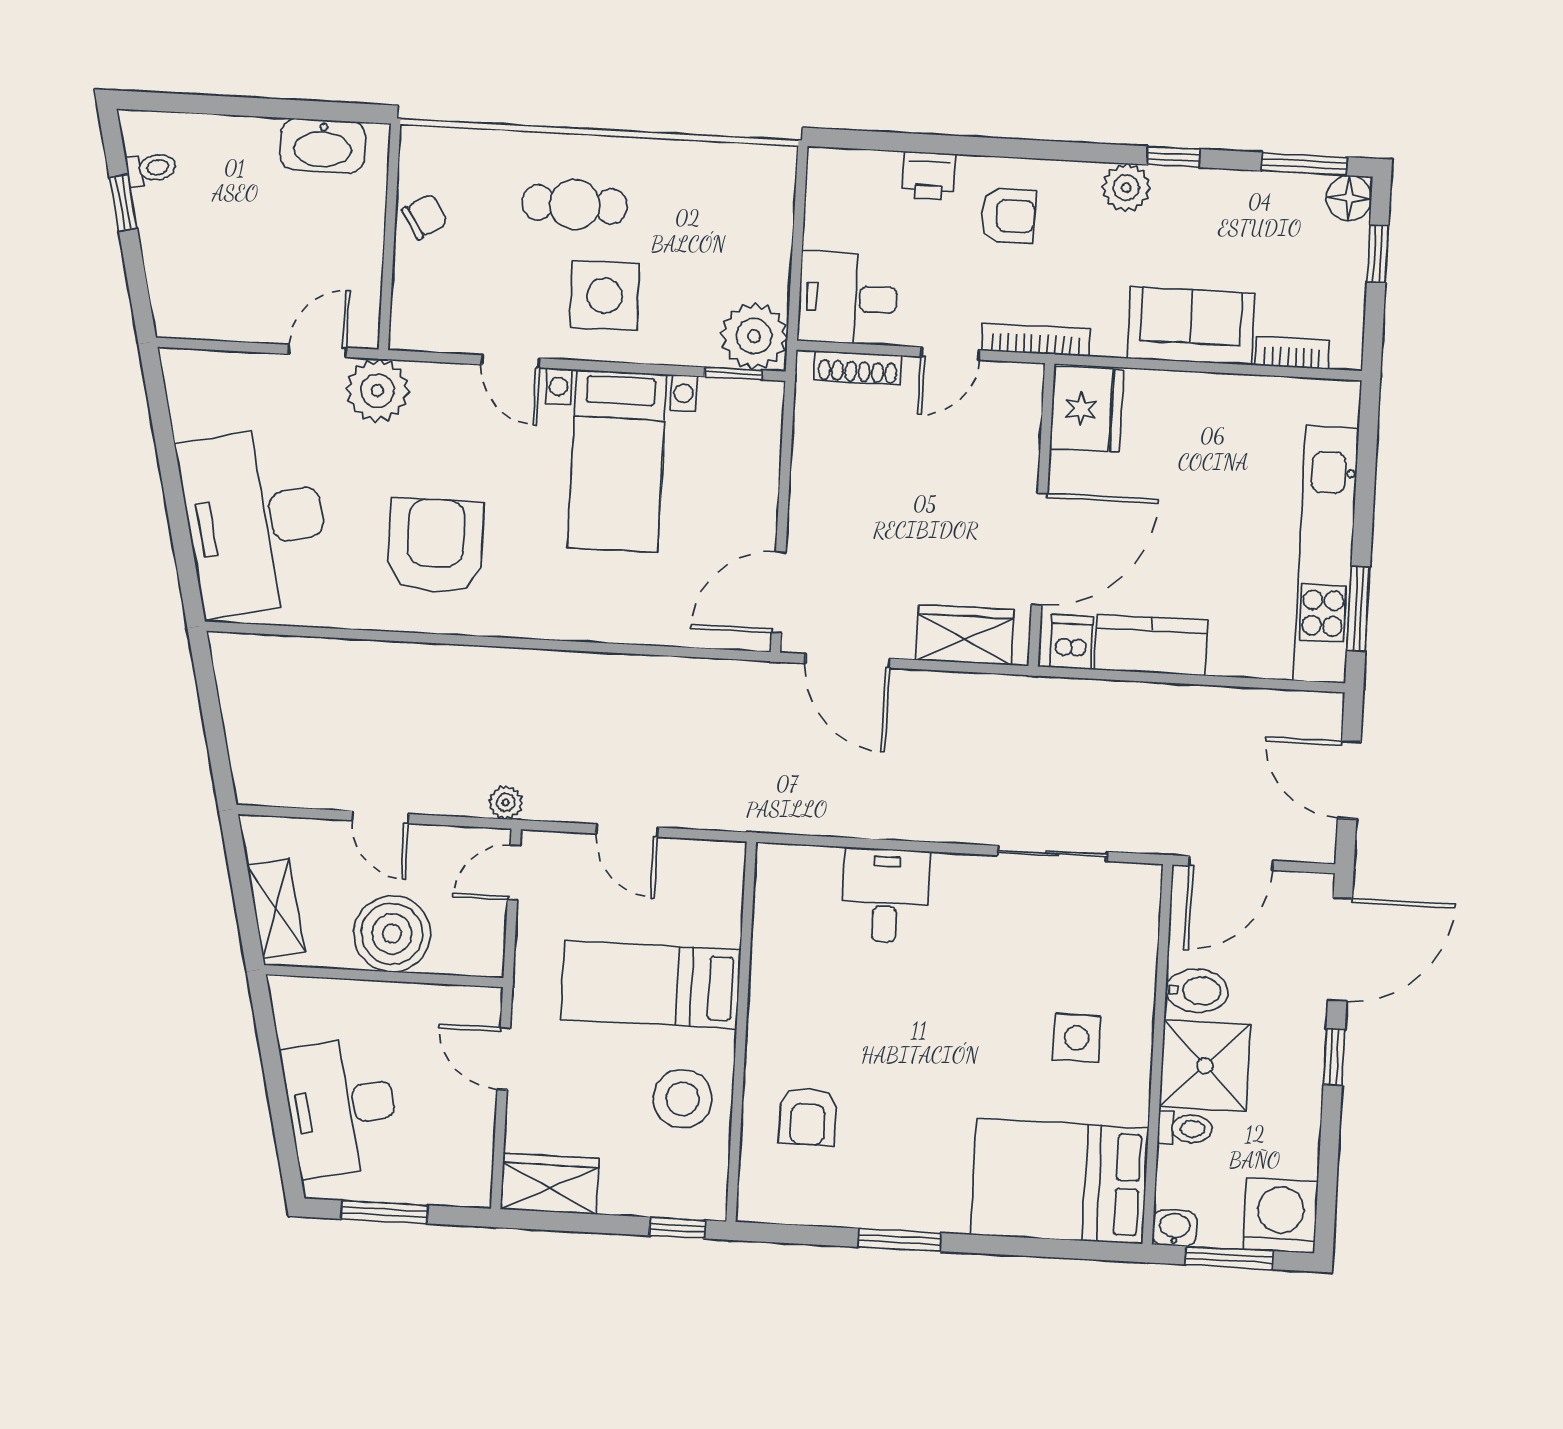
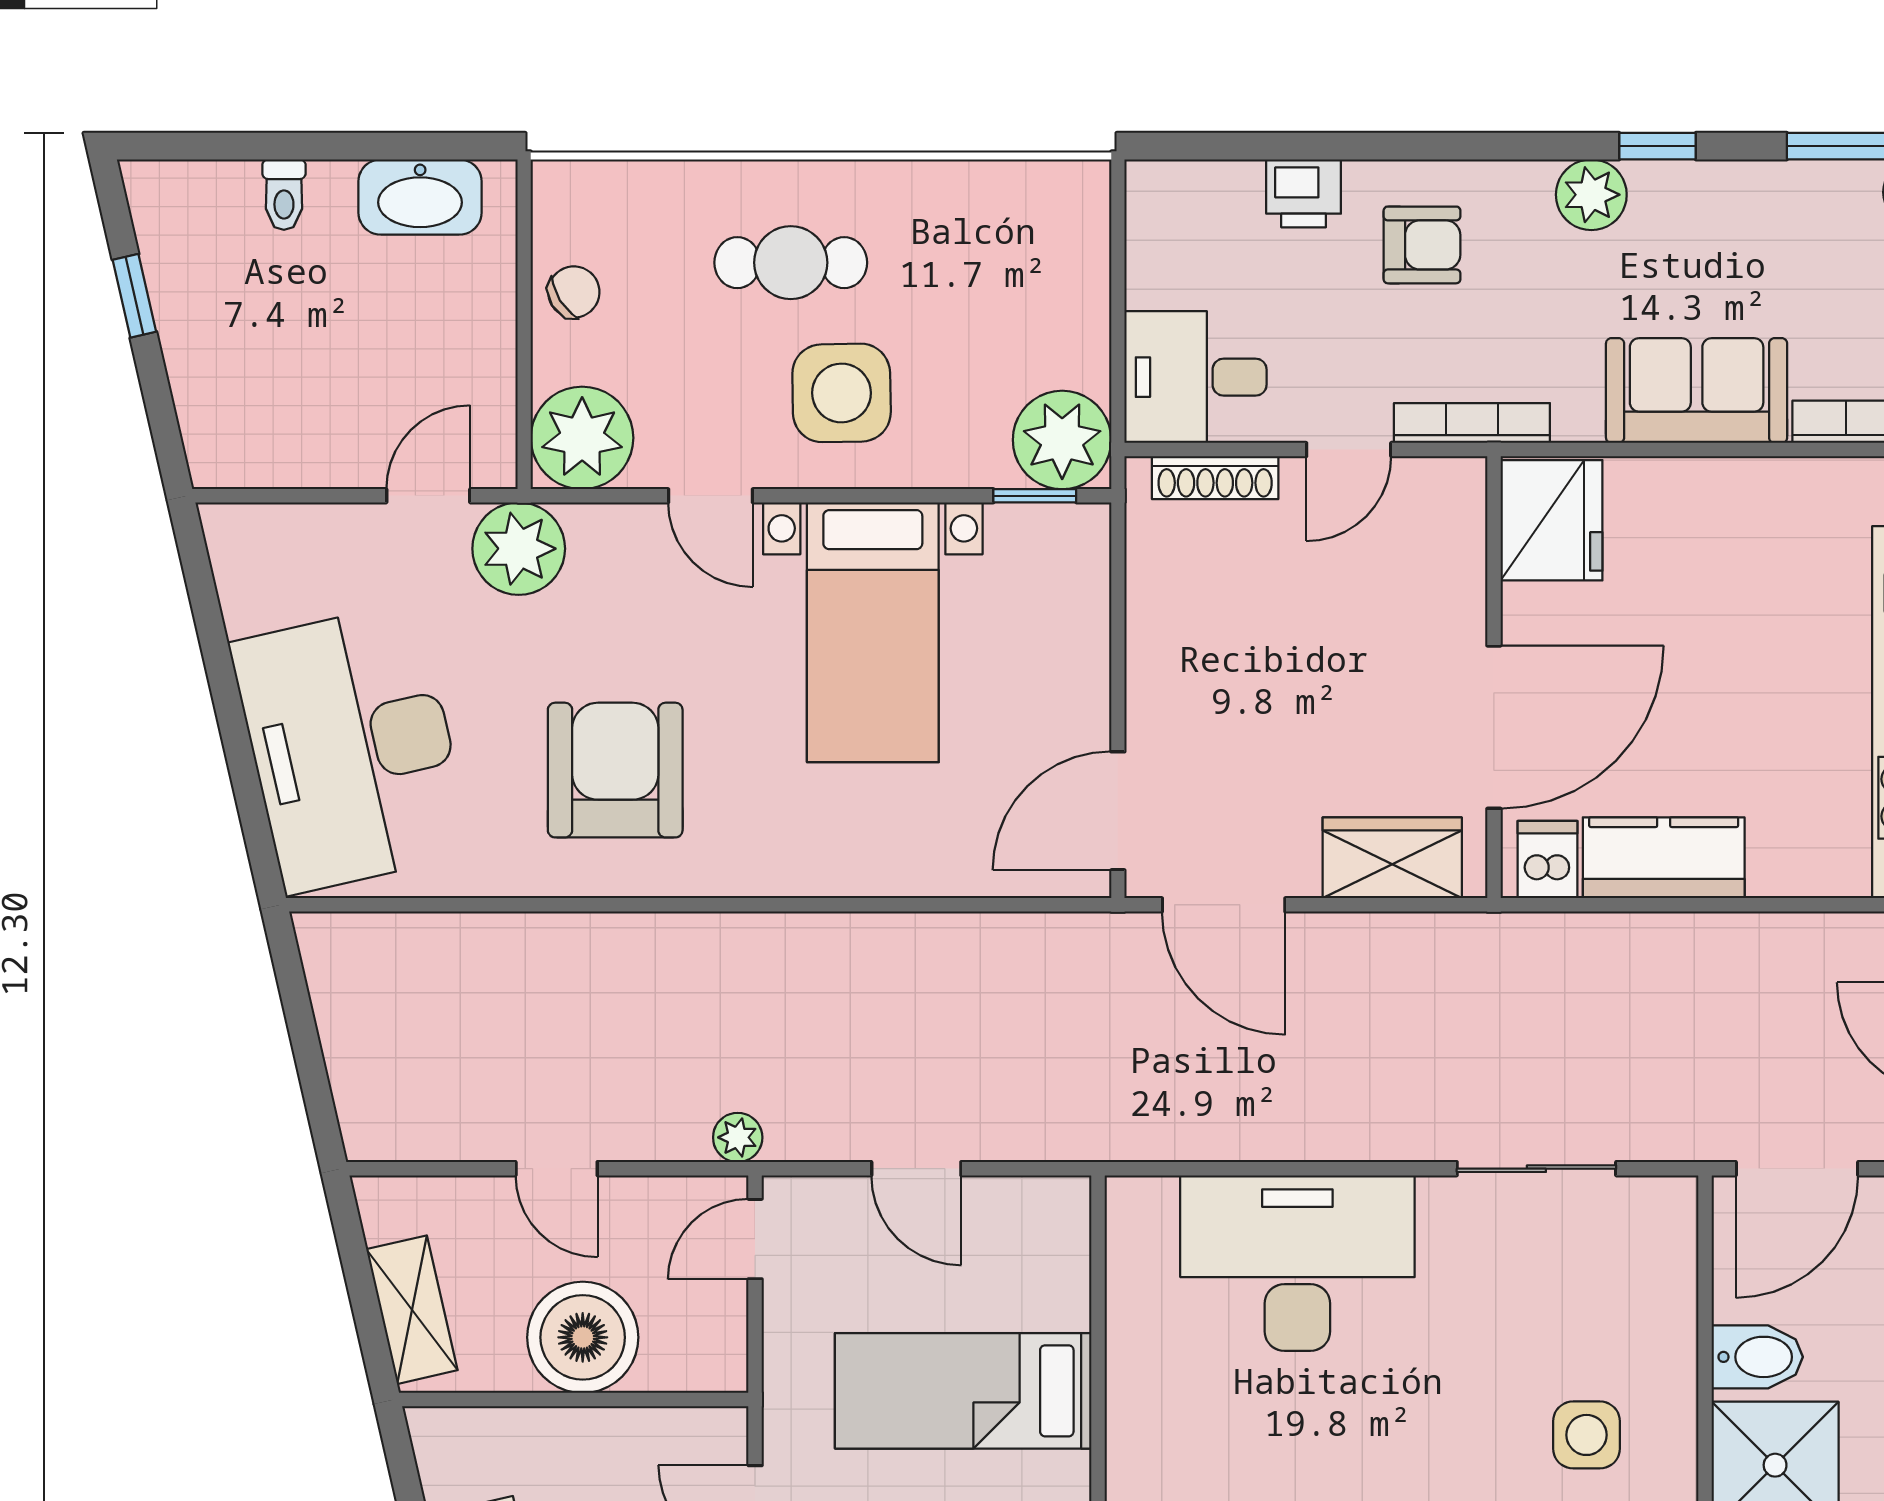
toilet: (151, 168) -> (284, 195), moved, turned 103
plant: (425, 317) -> (582, 438), added
desk: (886, 895) -> (1297, 1263), width x1.87, depth x1.30

